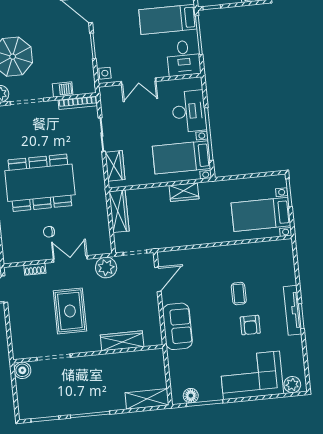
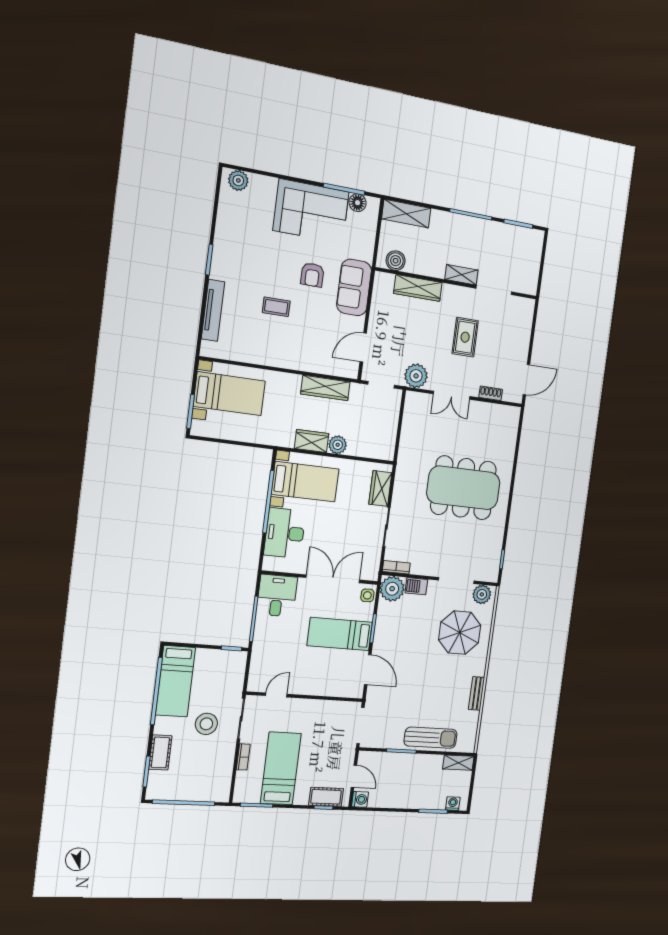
bed: (168, 19) -> (340, 634), moved, turned 180
double door: (139, 81) -> (333, 579), width x1.37
plant: (84, 83) -> (392, 589), added
bookcase: (78, 103) -> (396, 567), width x0.64
plant: (161, 194) -> (338, 445), added
wardrobe: (119, 211) -> (325, 388), moved, turned -90
chair: (49, 232) -> (467, 431), removed
coffee table: (239, 293) -> (276, 307), turned 90
tv unit: (292, 310) -> (213, 310), moved
rug: (70, 311) -> (465, 337), width x0.73, depth x0.70
armchair: (250, 325) -> (312, 275), moved, turned 180
shelving: (86, 362) -> (461, 275), added
boiler: (22, 370) -> (396, 261), moved
corner sofa: (252, 375) -> (311, 211), moved

